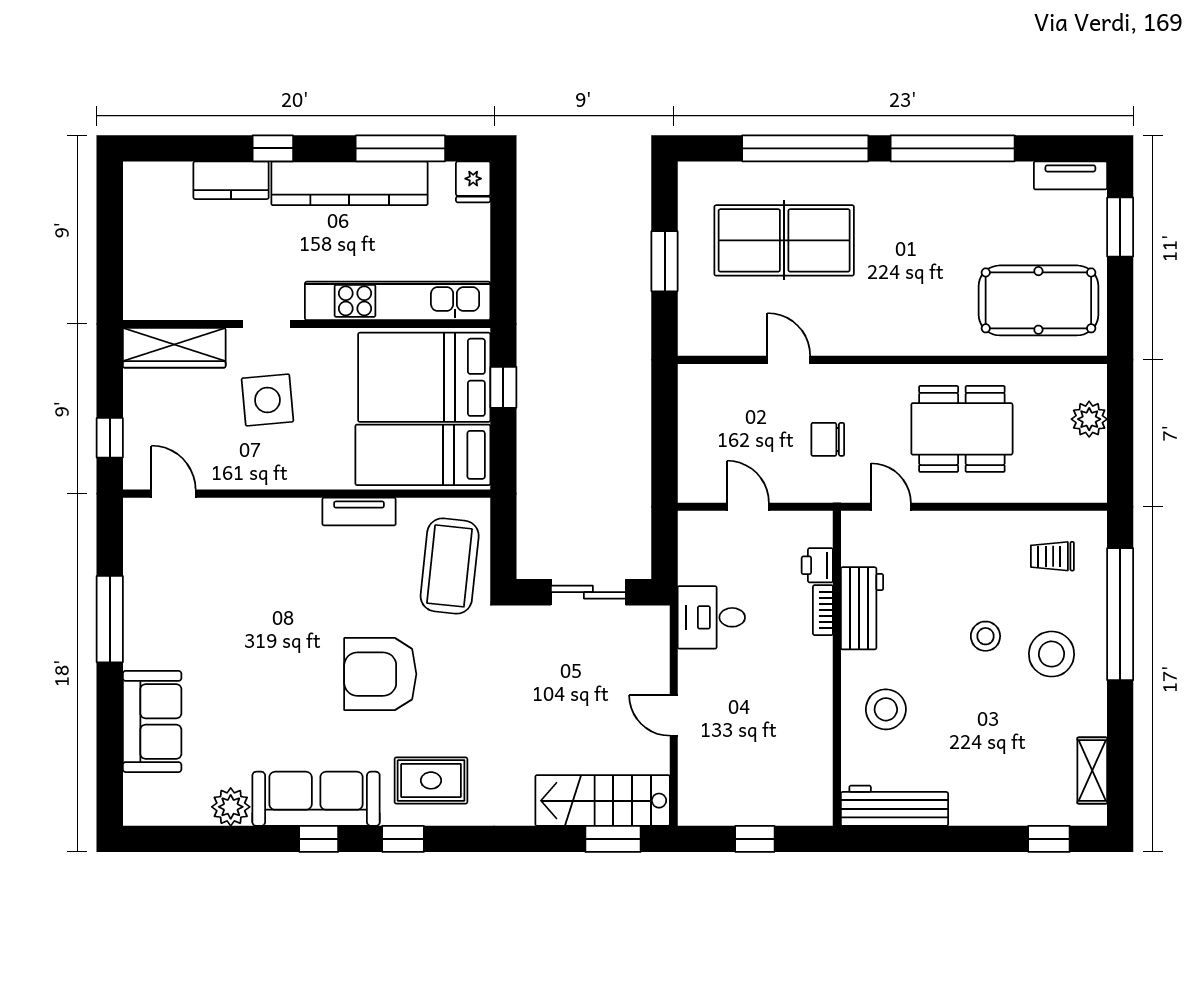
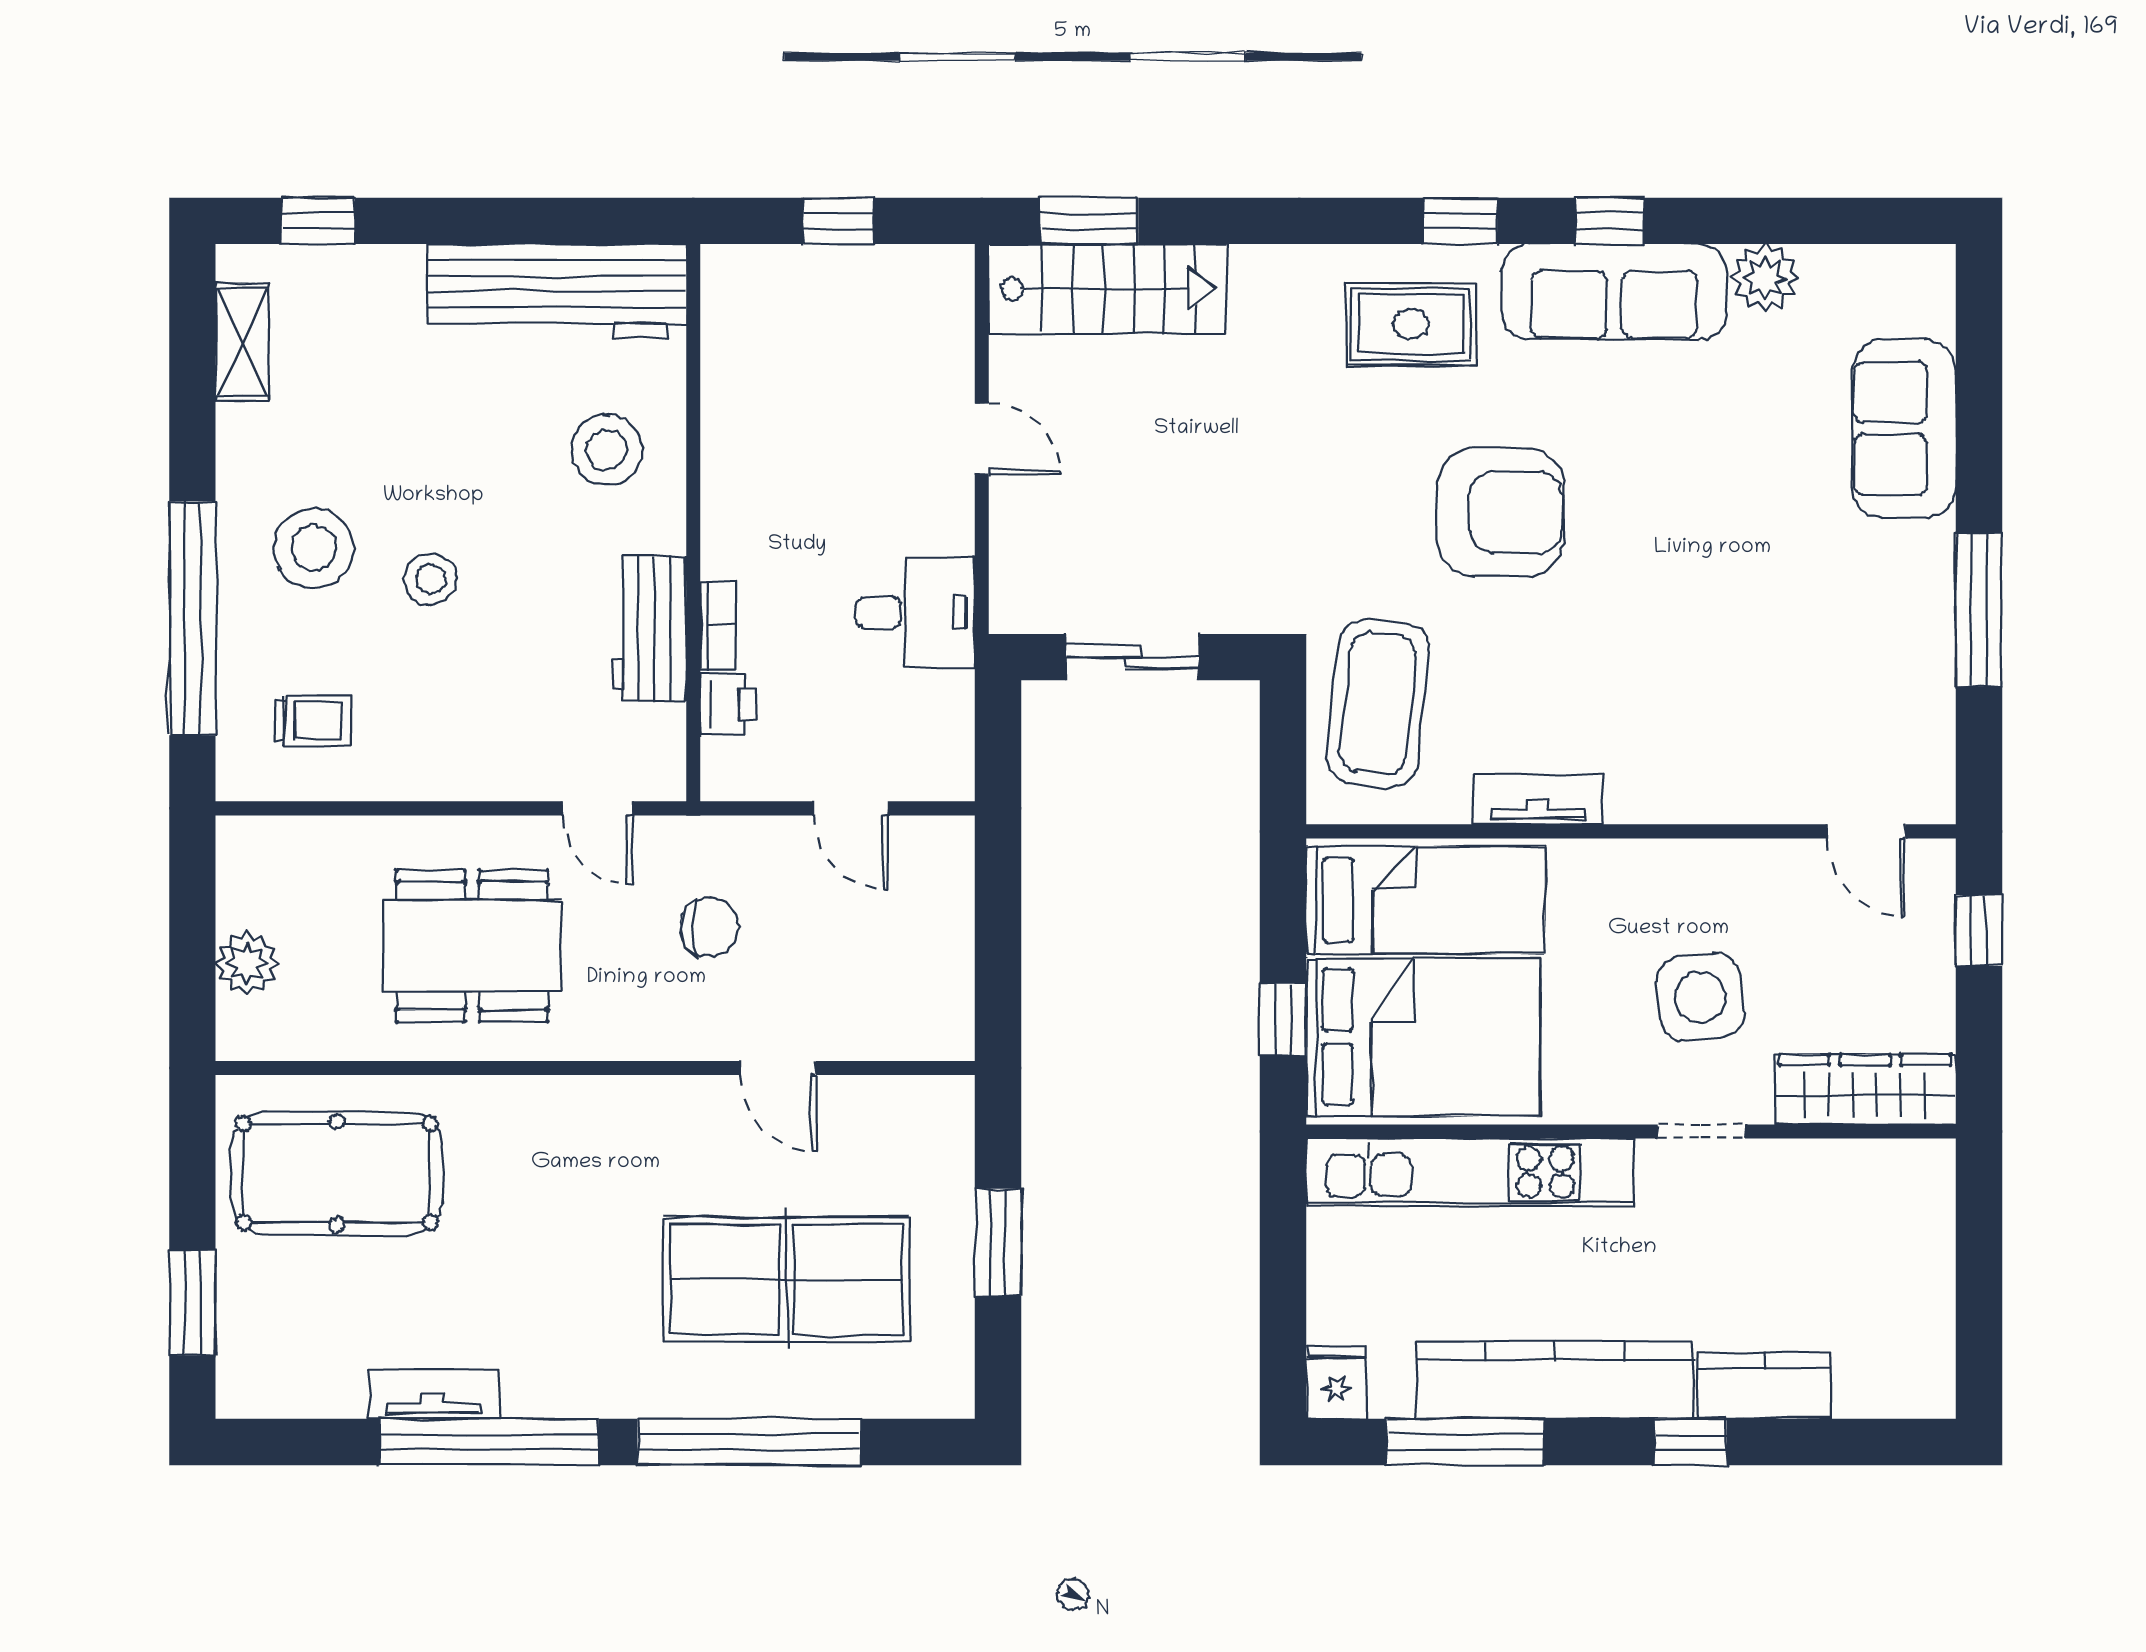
tv unit: (1070, 175) -> (434, 1394), moved
workbench: (894, 806) -> (557, 291), width x1.36, depth x1.32

